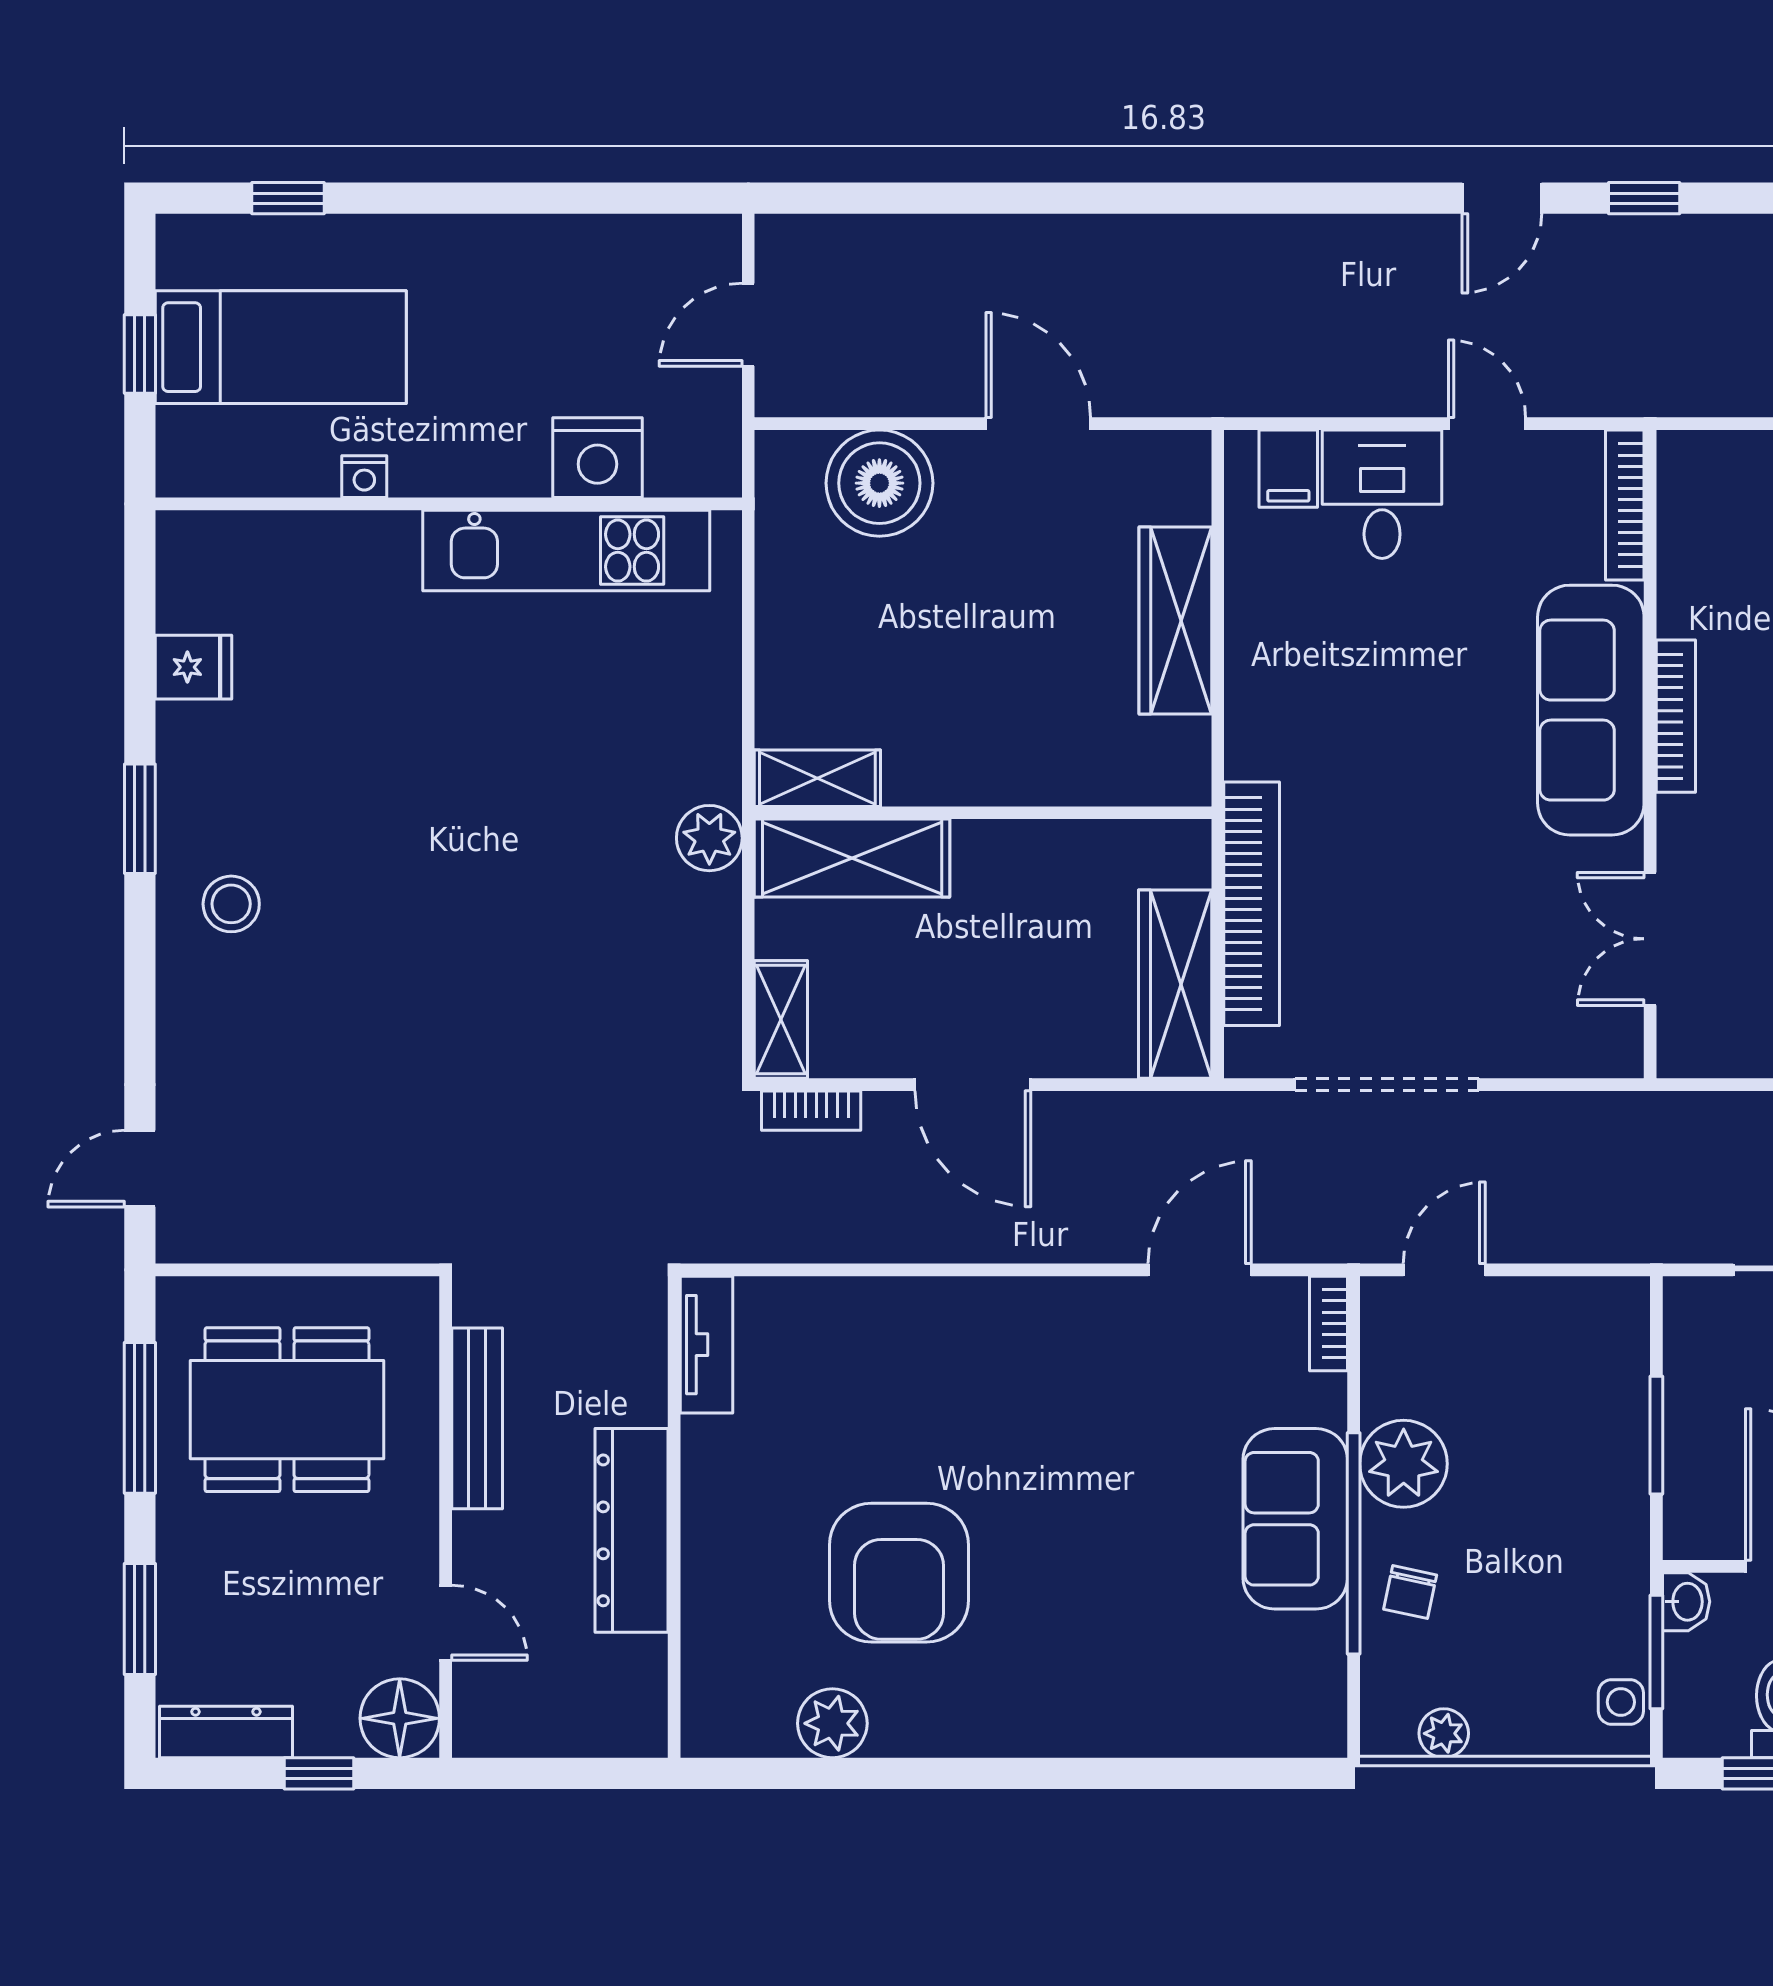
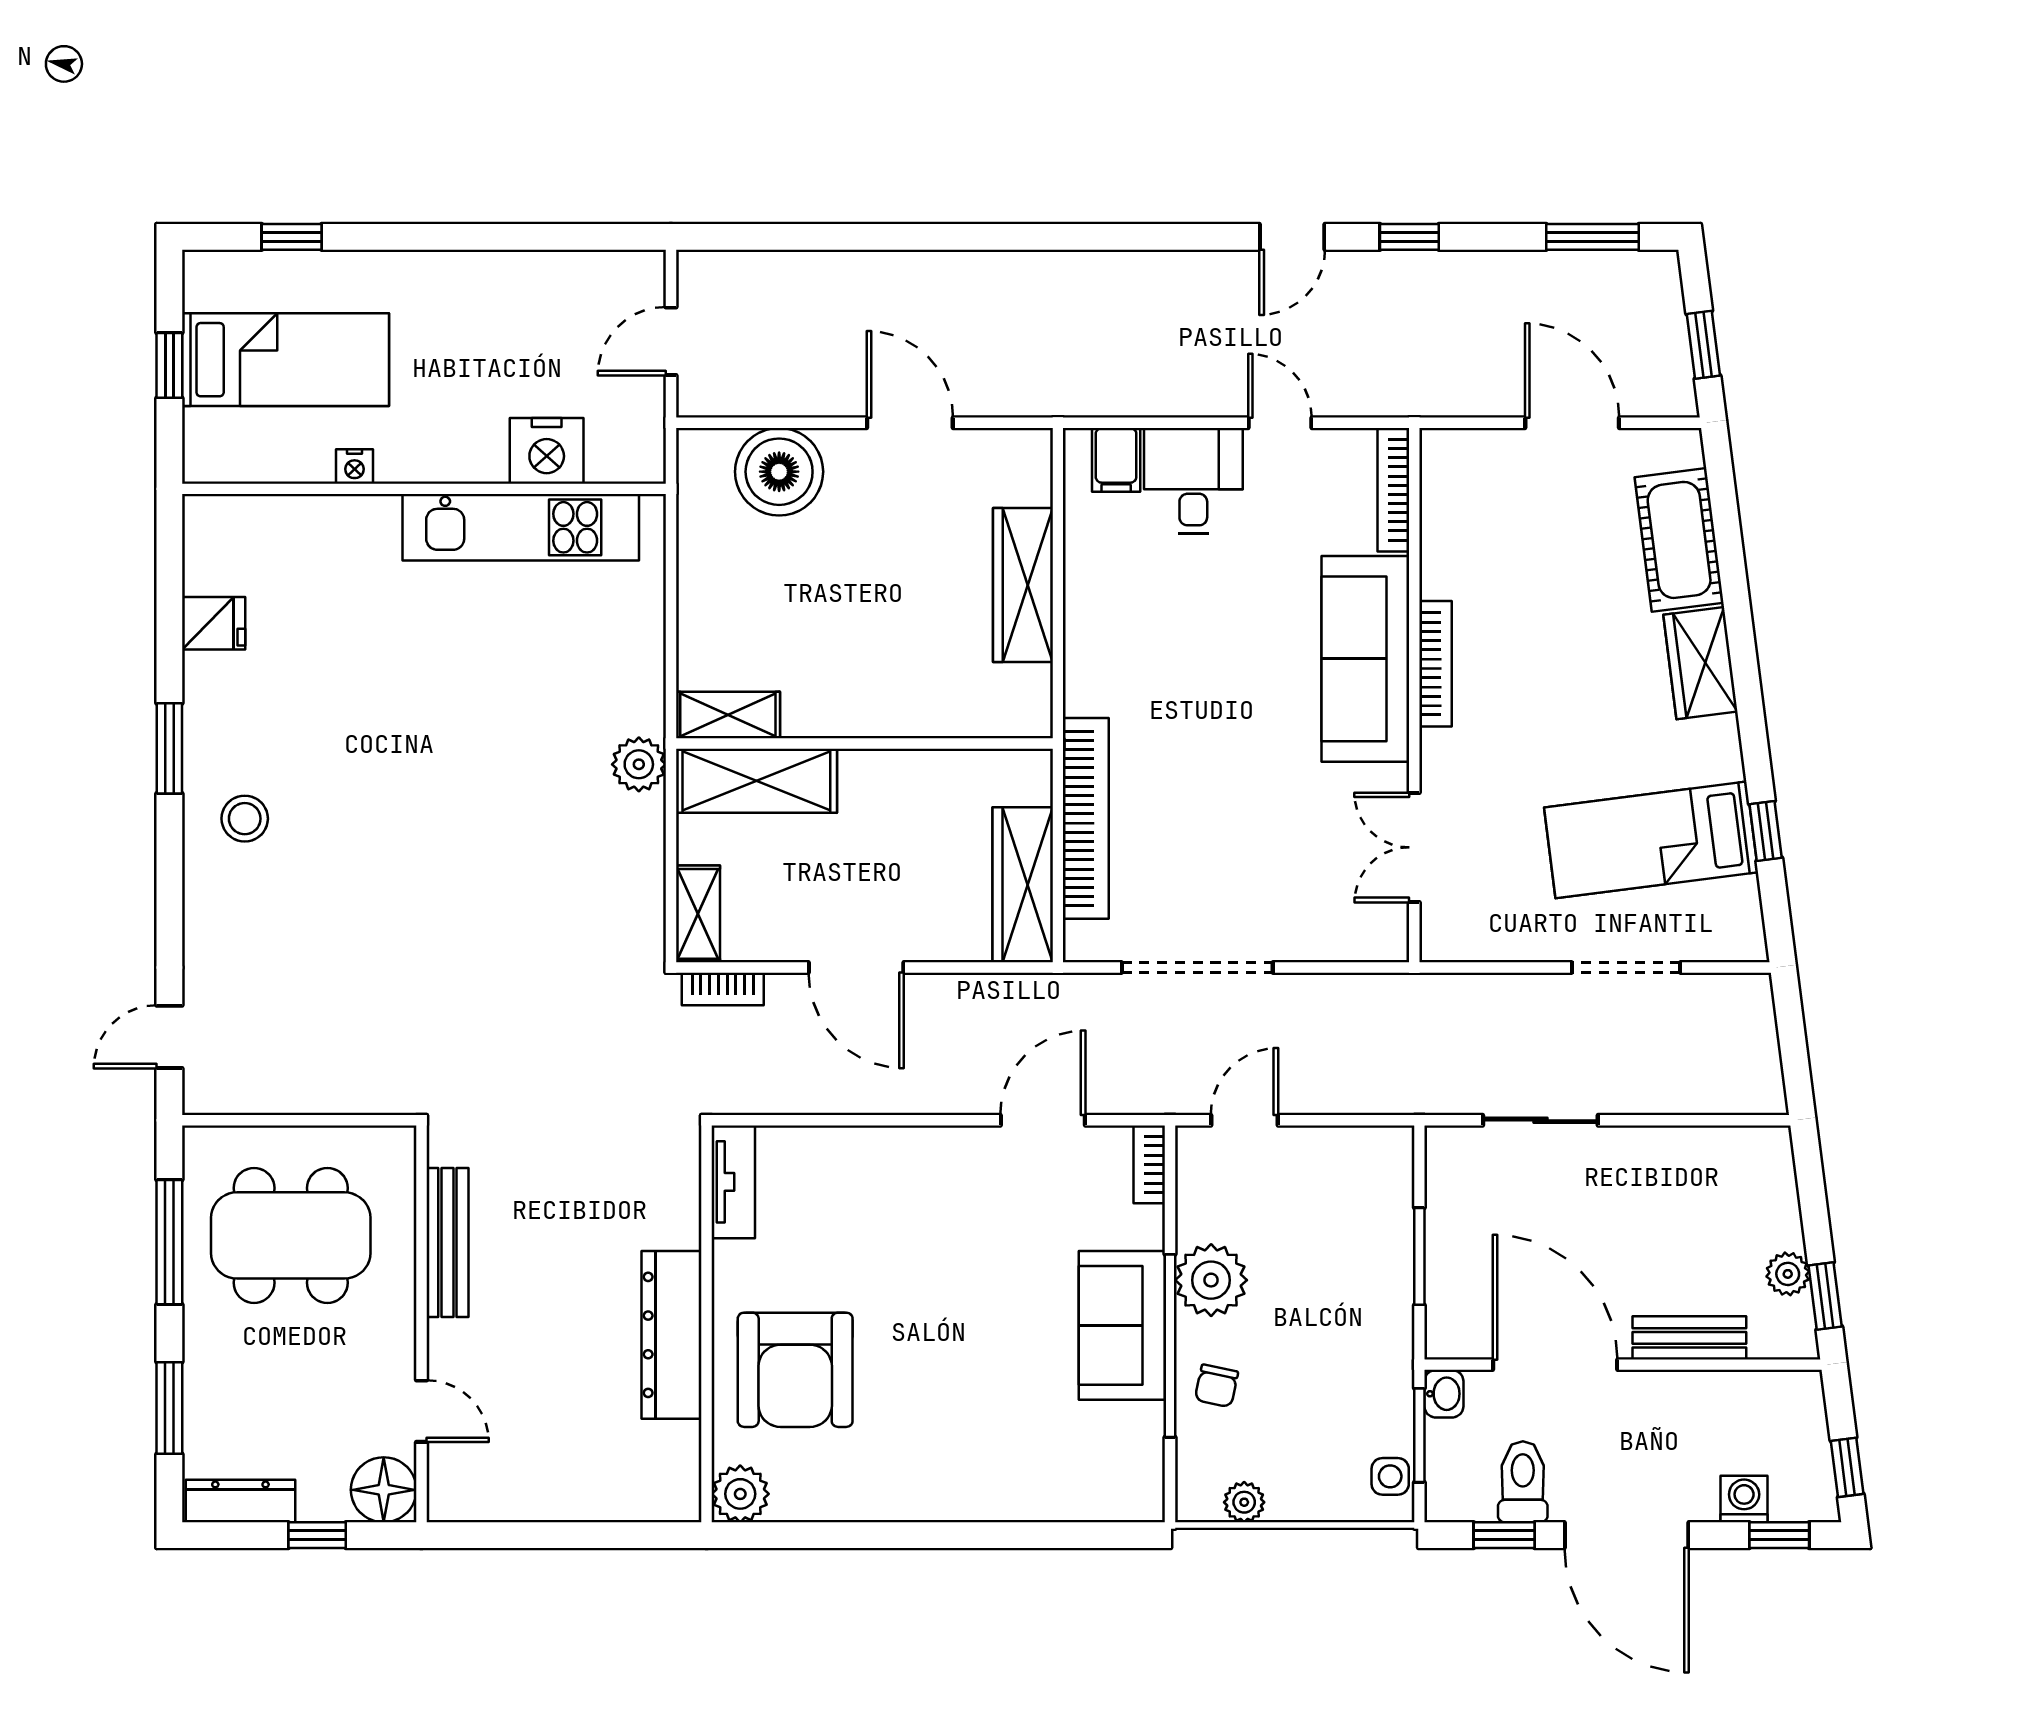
tv unit: (706, 1345) -> (733, 1182), moved
wall: (674, 1517) -> (707, 1324), moved
dresser: (632, 1530) -> (671, 1335), moved

